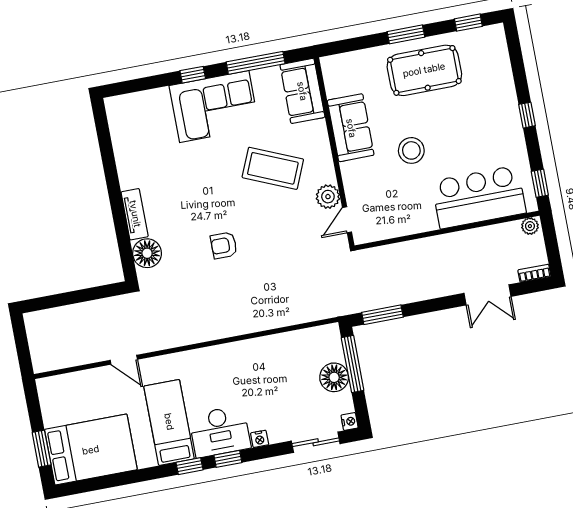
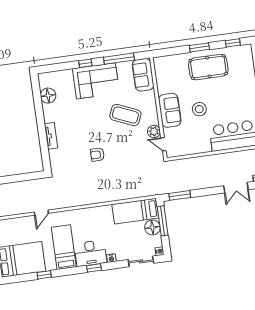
sofa: (351, 128) -> (170, 110), moved
door: (347, 220) -> (163, 144), hinge flipped
floor lamp: (147, 253) -> (48, 96), moved
bed: (300, 348) -> (135, 211), added
door: (124, 360) -> (41, 213), hinge flipped
window: (189, 466) -> (44, 275), moved

